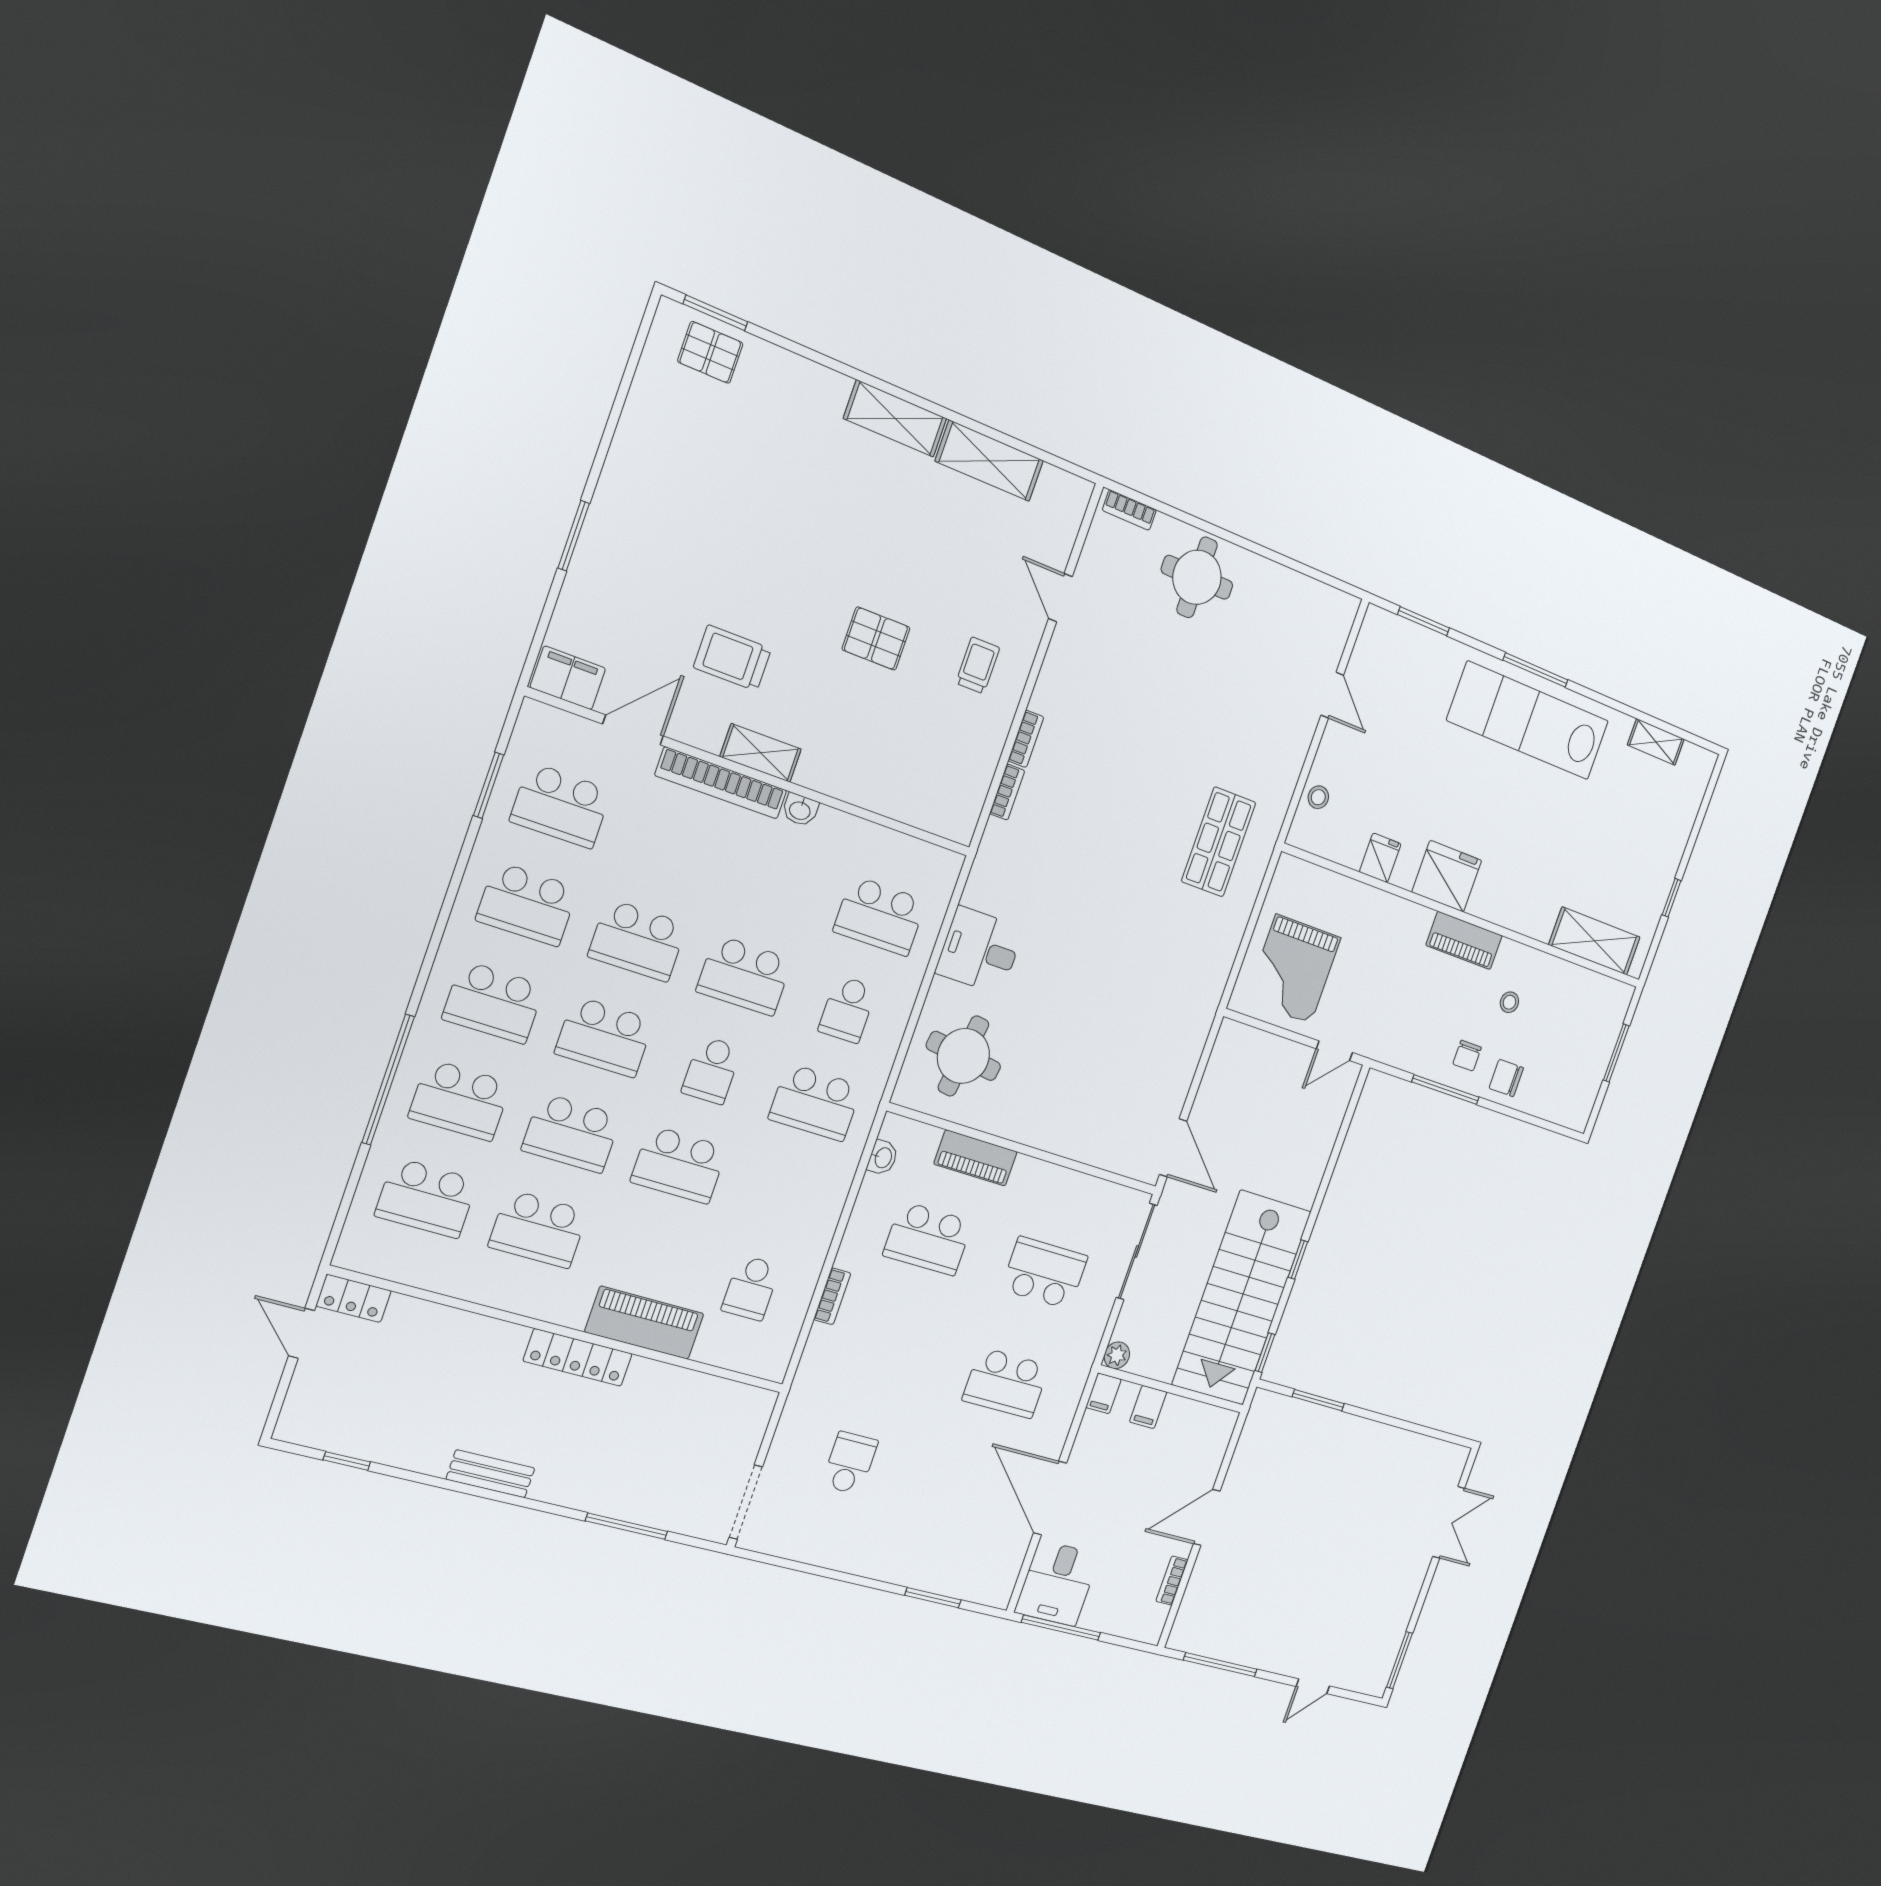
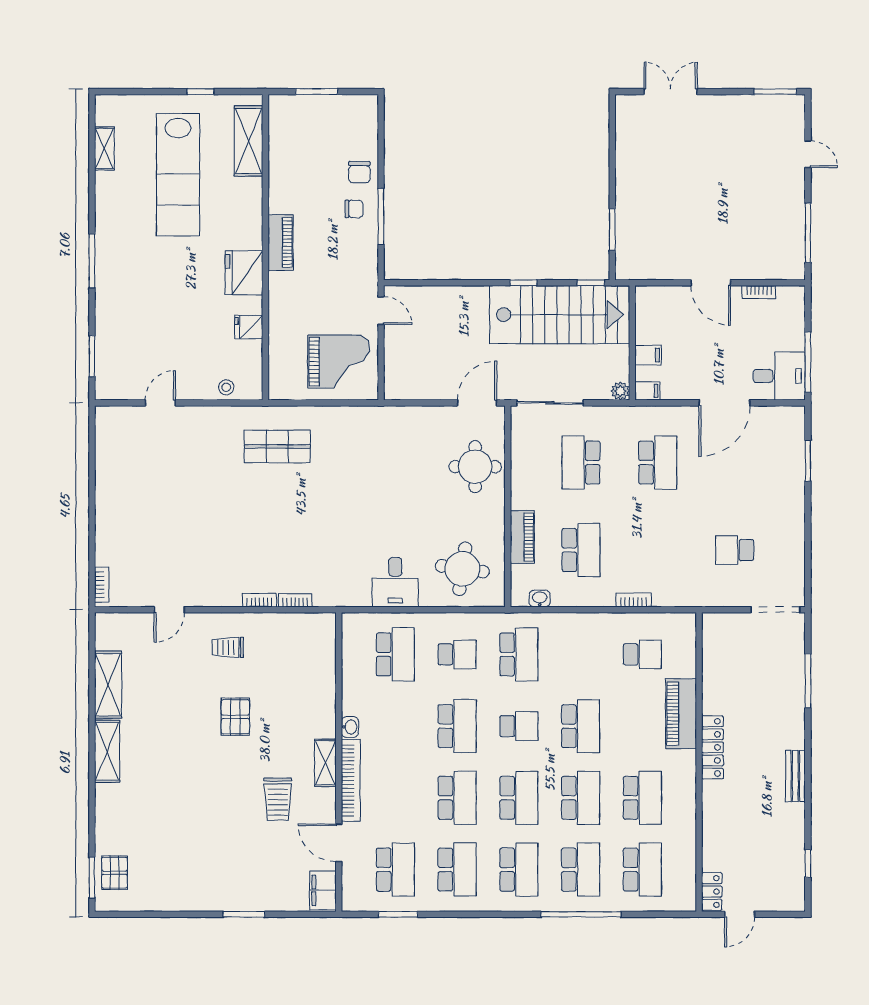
round table: (1197, 577) -> (475, 467), moved
lab bench: (1528, 721) -> (178, 175), moved
stool: (1509, 1002) -> (309, 191), removed

